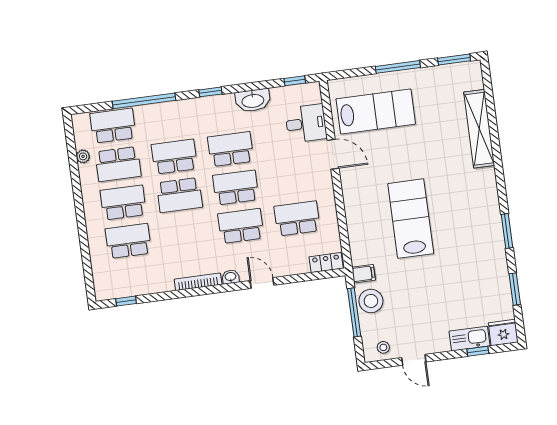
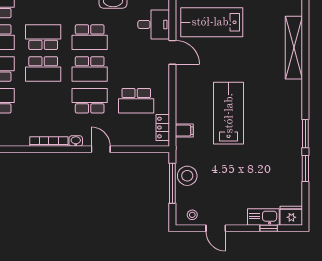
lab bench: (376, 111) -> (212, 22), turned 180
school desk: (231, 149) -> (90, 37), turned 180
school desk: (236, 188) -> (90, 69), turned 180
school desk: (297, 218) -> (136, 101), turned 180
locker: (326, 263) -> (163, 128), moved, turned -90
filing cabinet: (364, 274) -> (184, 131), moved
window: (515, 289) -> (305, 169), moved

